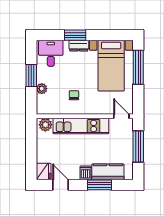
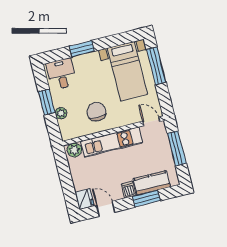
dresser: (79, 46) -> (89, 59), removed
chair: (74, 95) -> (96, 112), width x1.87, depth x1.87

